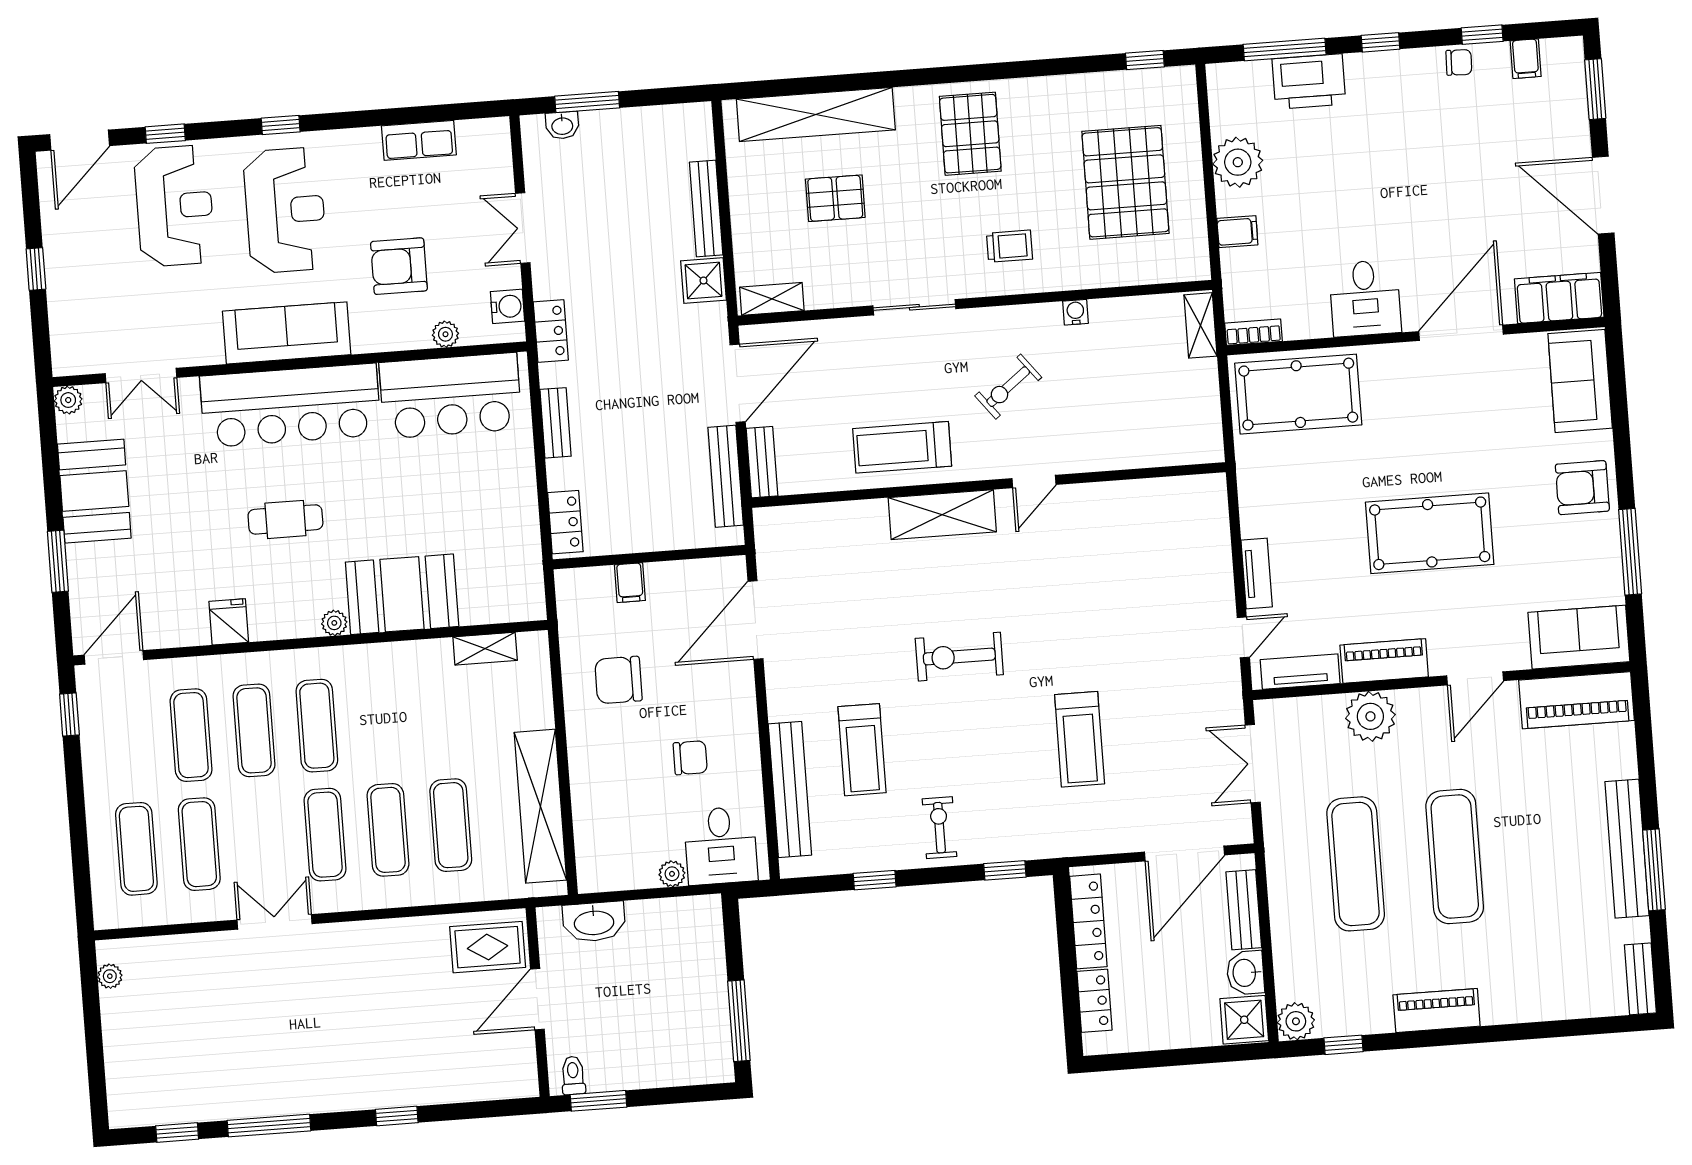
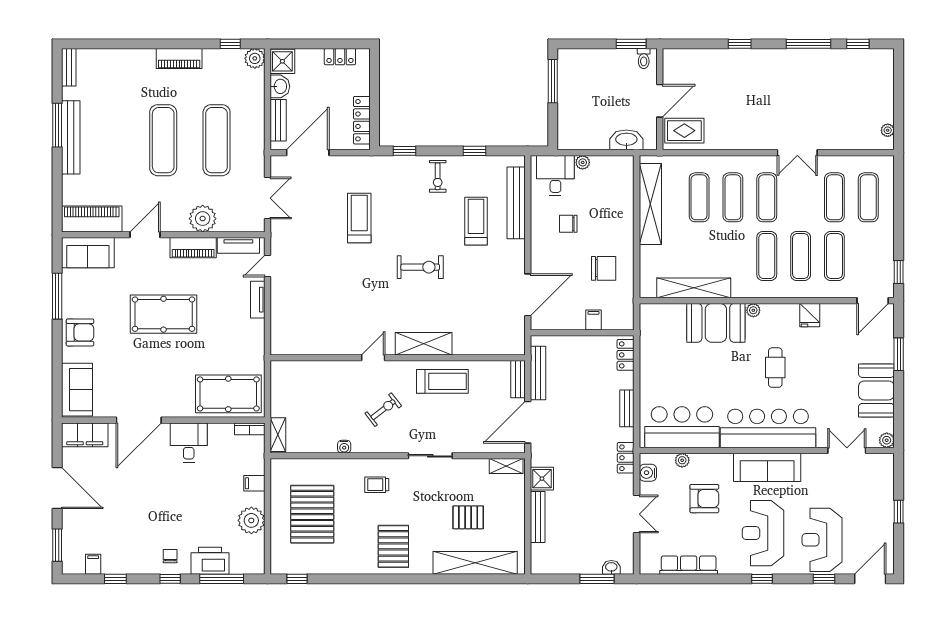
chair: (1459, 62) -> (170, 556), moved, turned 88
row of seats: (419, 140) -> (689, 565), width x1.48
cafe table: (285, 519) -> (775, 368), turned 90
shelving: (485, 649) -> (694, 288), width x2.20, depth x1.33
locker: (1094, 1001) -> (340, 57), moved, turned -90

